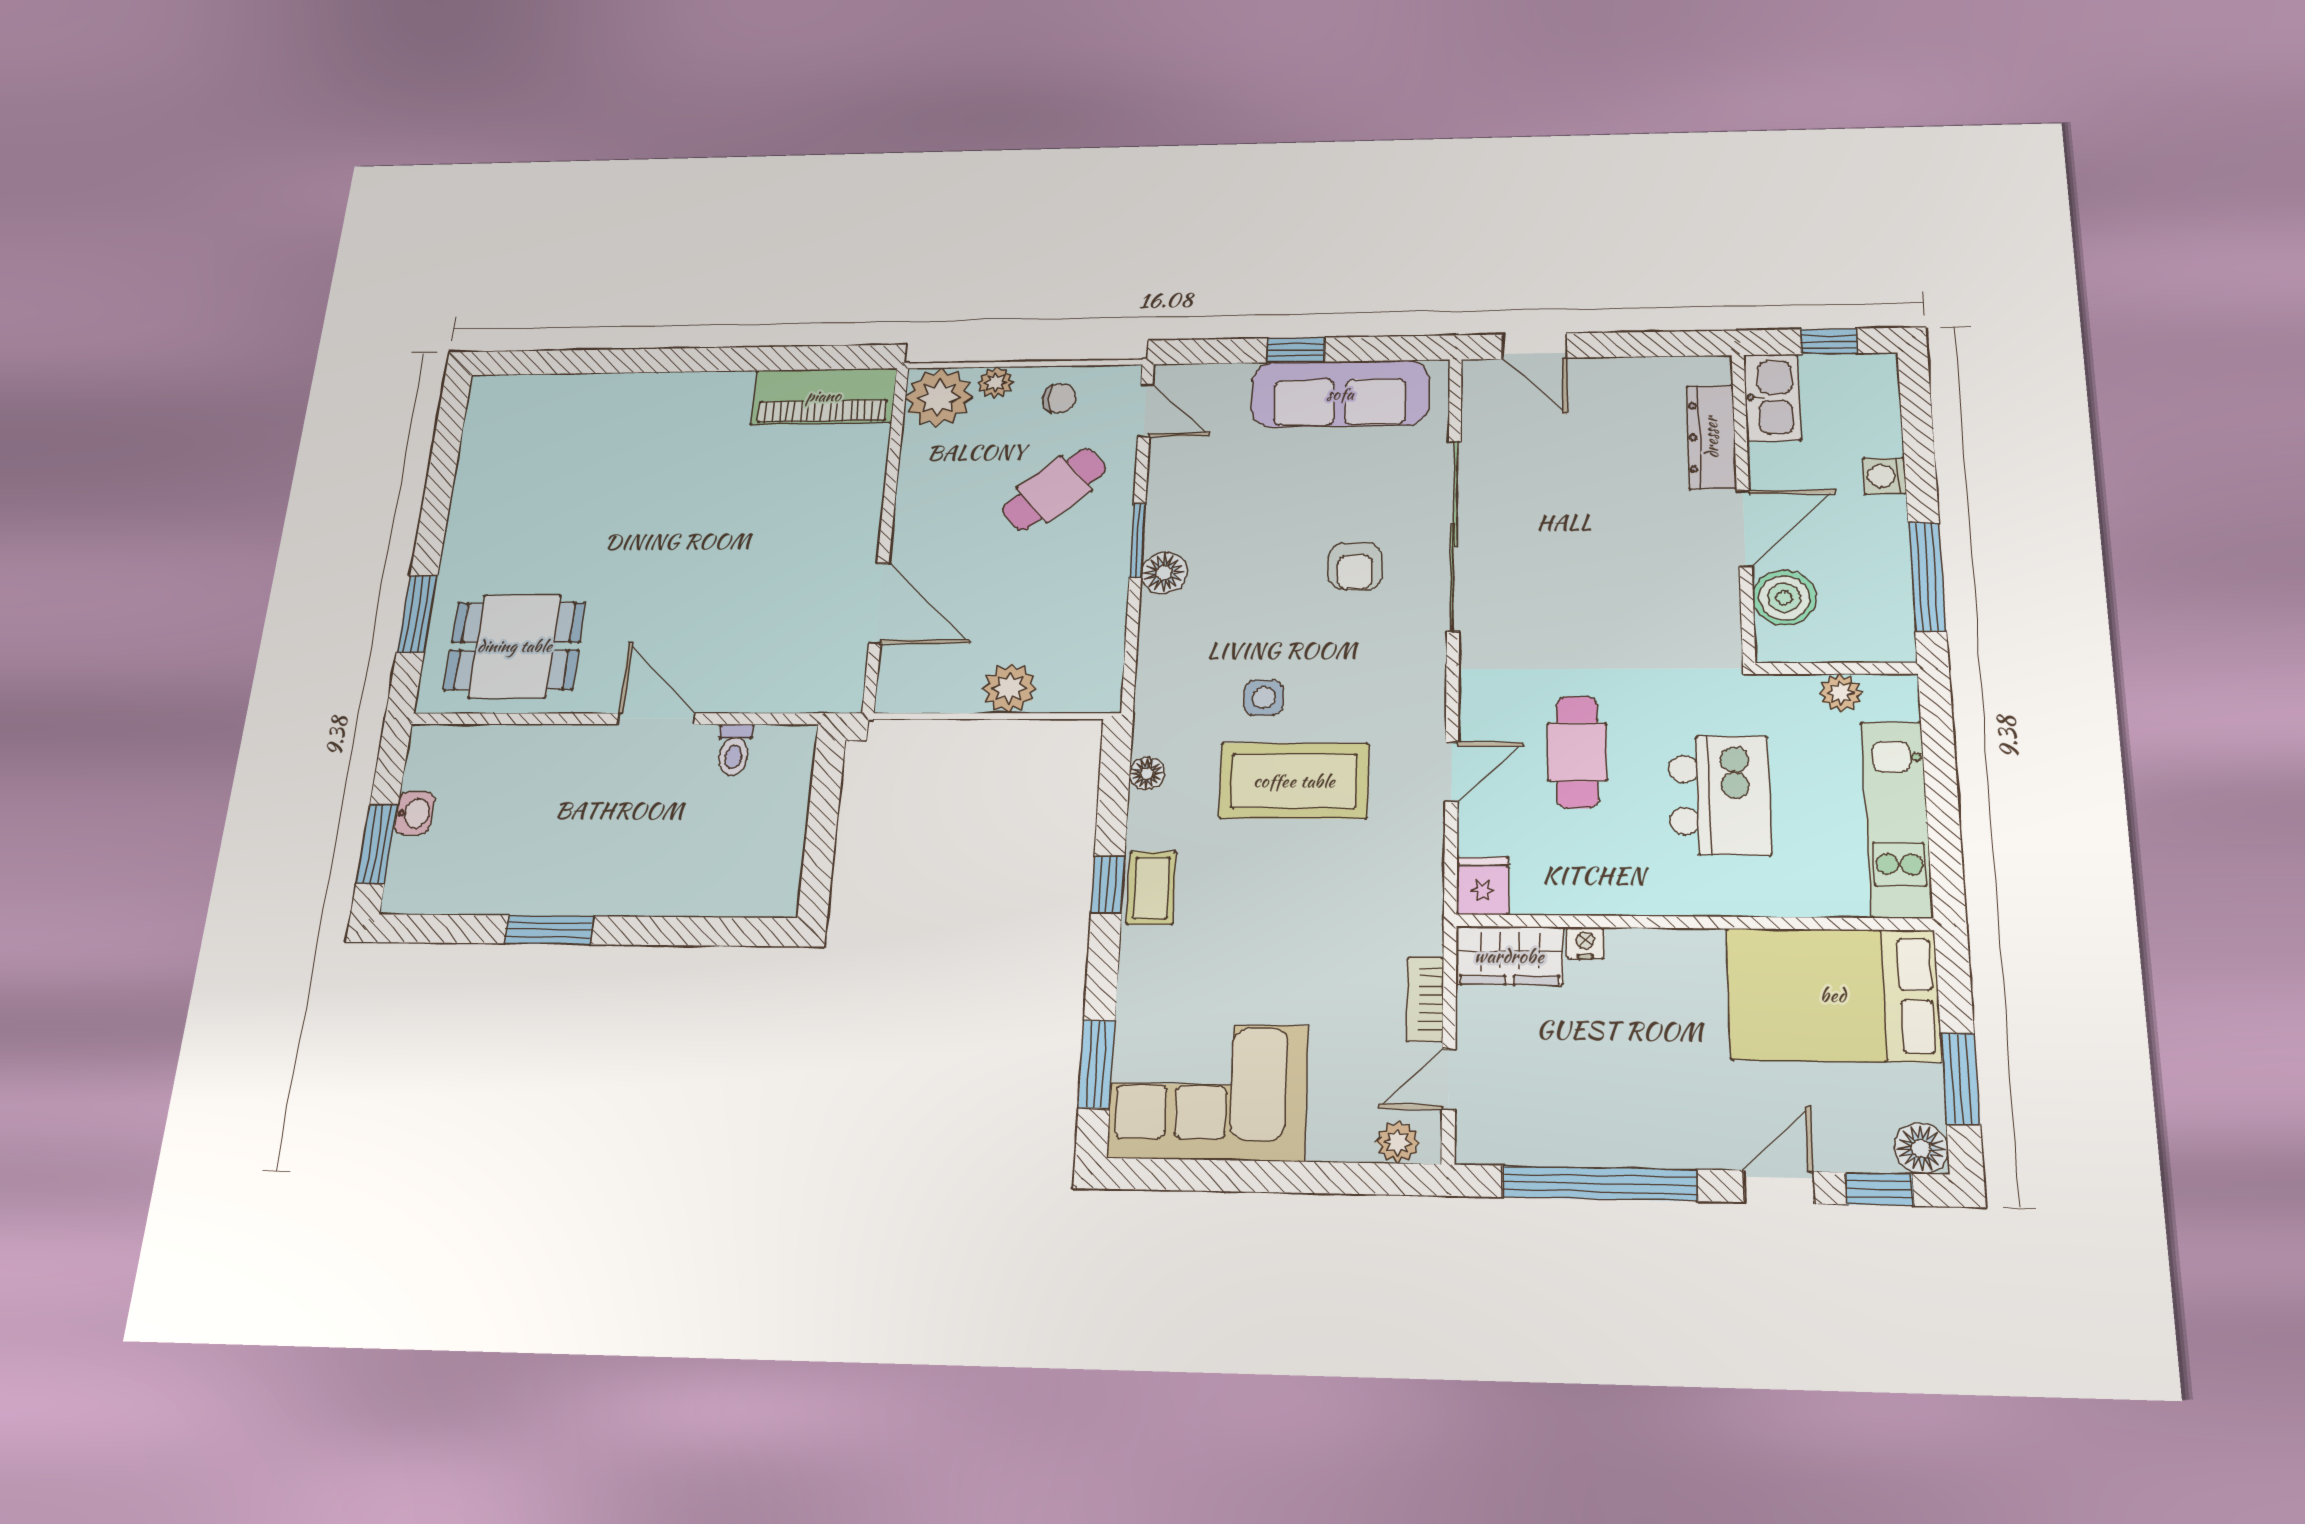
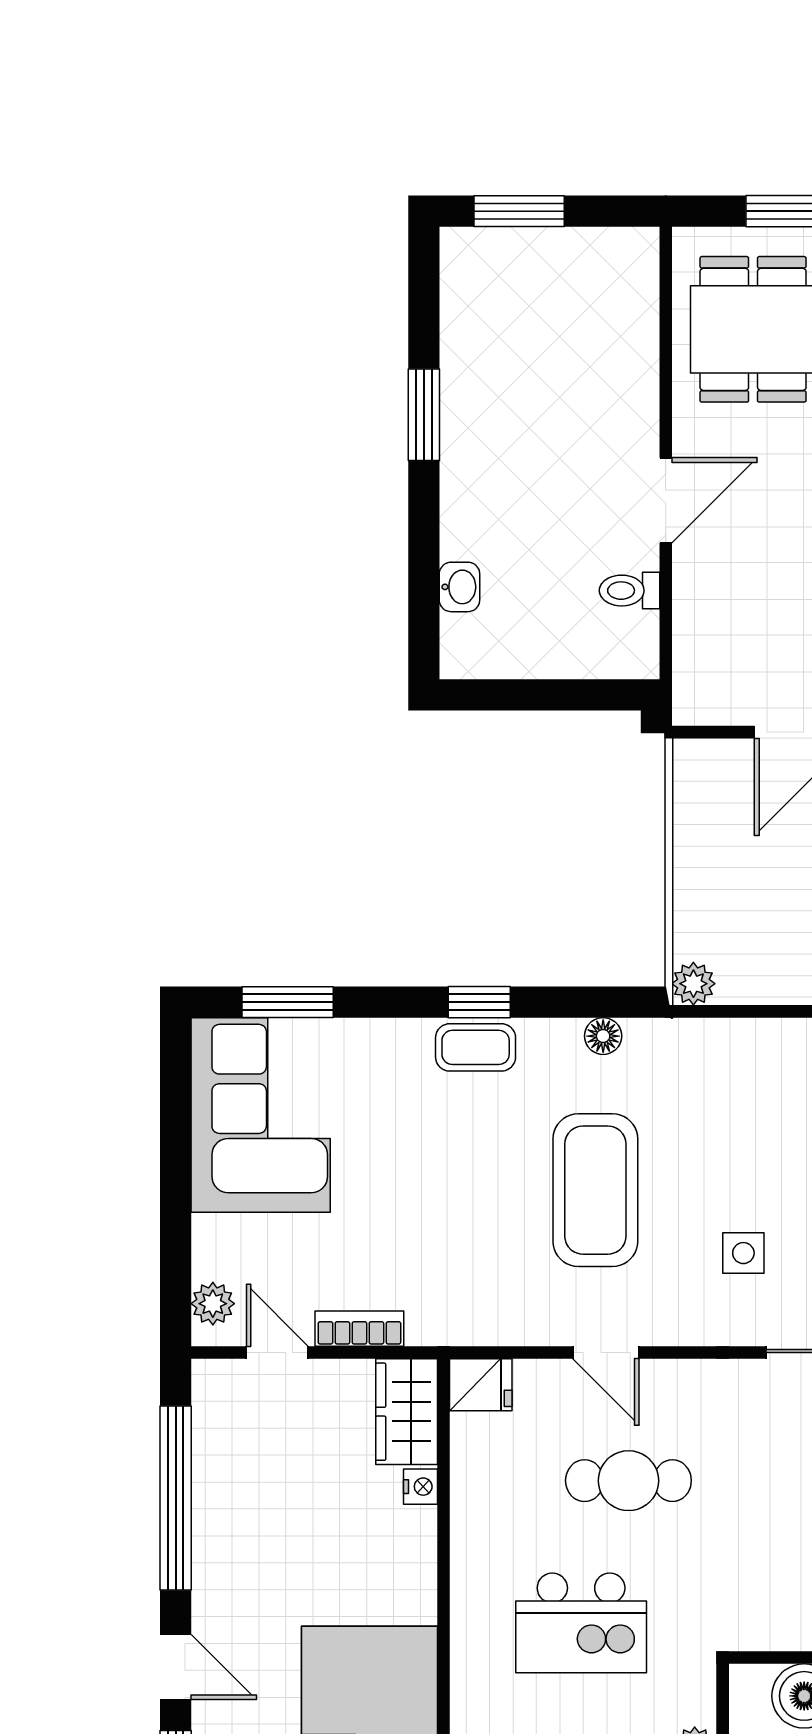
plant: (1009, 688) -> (693, 984), moved, width x0.73, depth x0.73
side table: (1264, 698) -> (743, 1253), moved
washbasin: (414, 813) -> (459, 587), moved, turned -90

